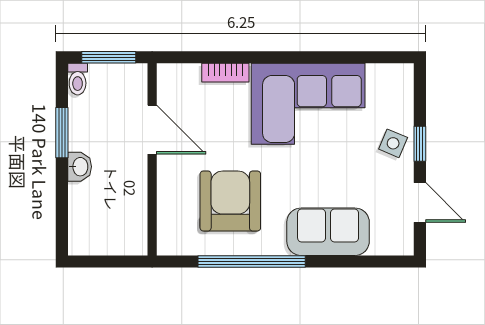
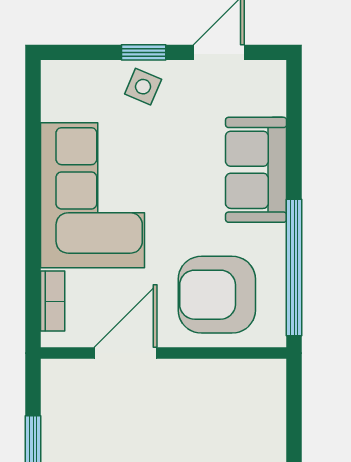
door: (152, 130) -> (125, 353), moved
wall: (152, 159) -> (164, 353), moved

